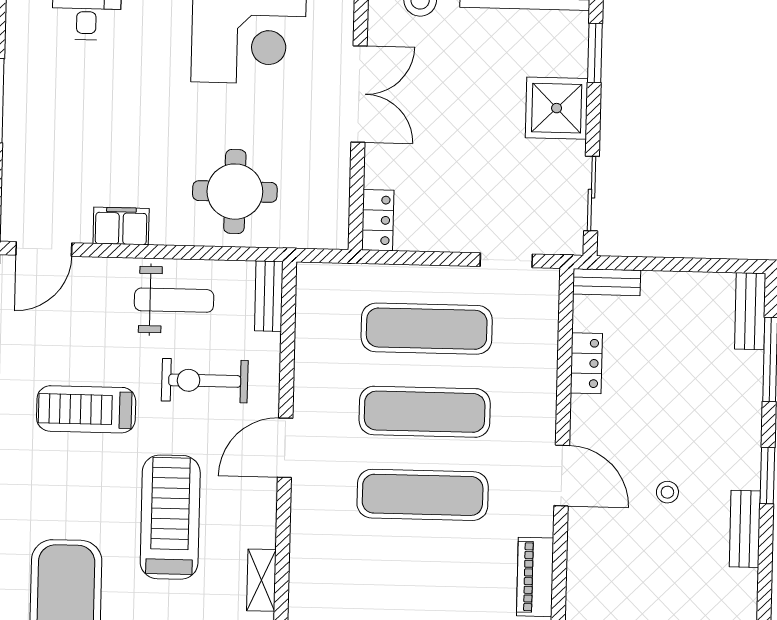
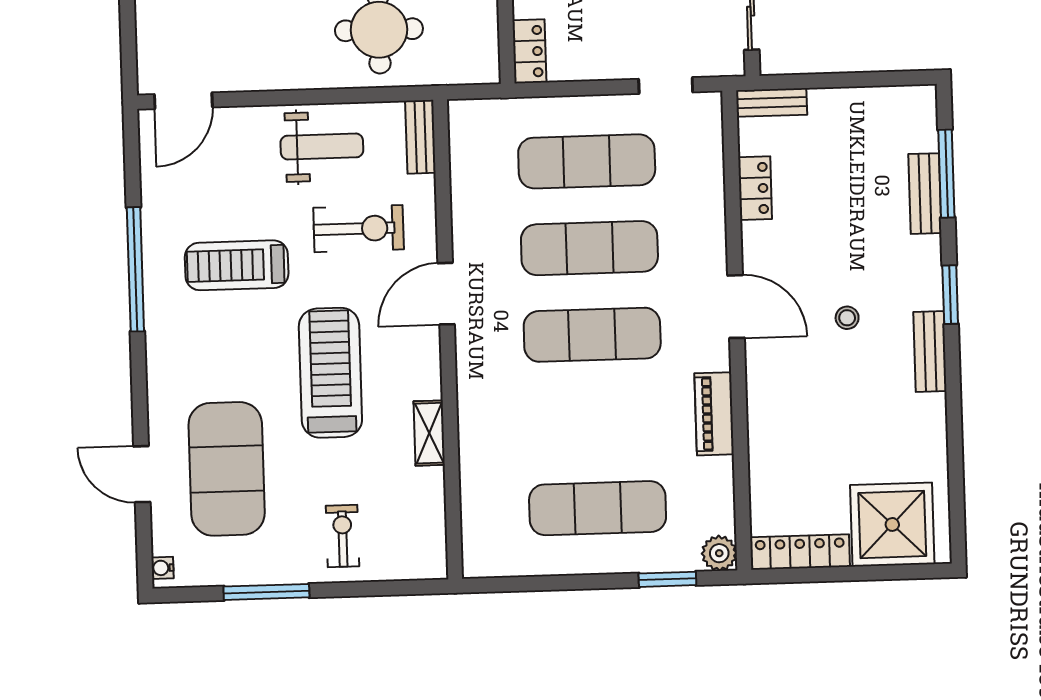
filing cabinet: (121, 226) -> (262, 72), removed
bench: (750, 311) -> (925, 194), moved
exercise bike: (205, 381) -> (359, 229), turned 180

